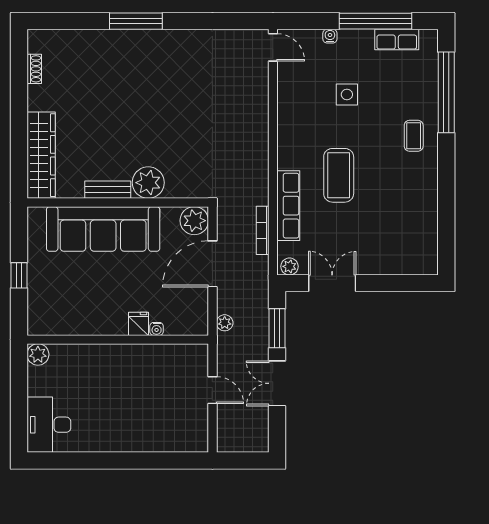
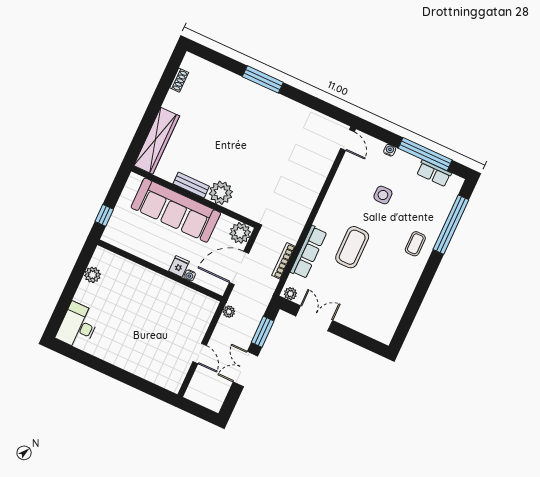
fridge: (138, 324) -> (179, 266), moved
water cooler: (157, 329) -> (190, 275), moved
wall: (118, 340) -> (160, 271), moved

